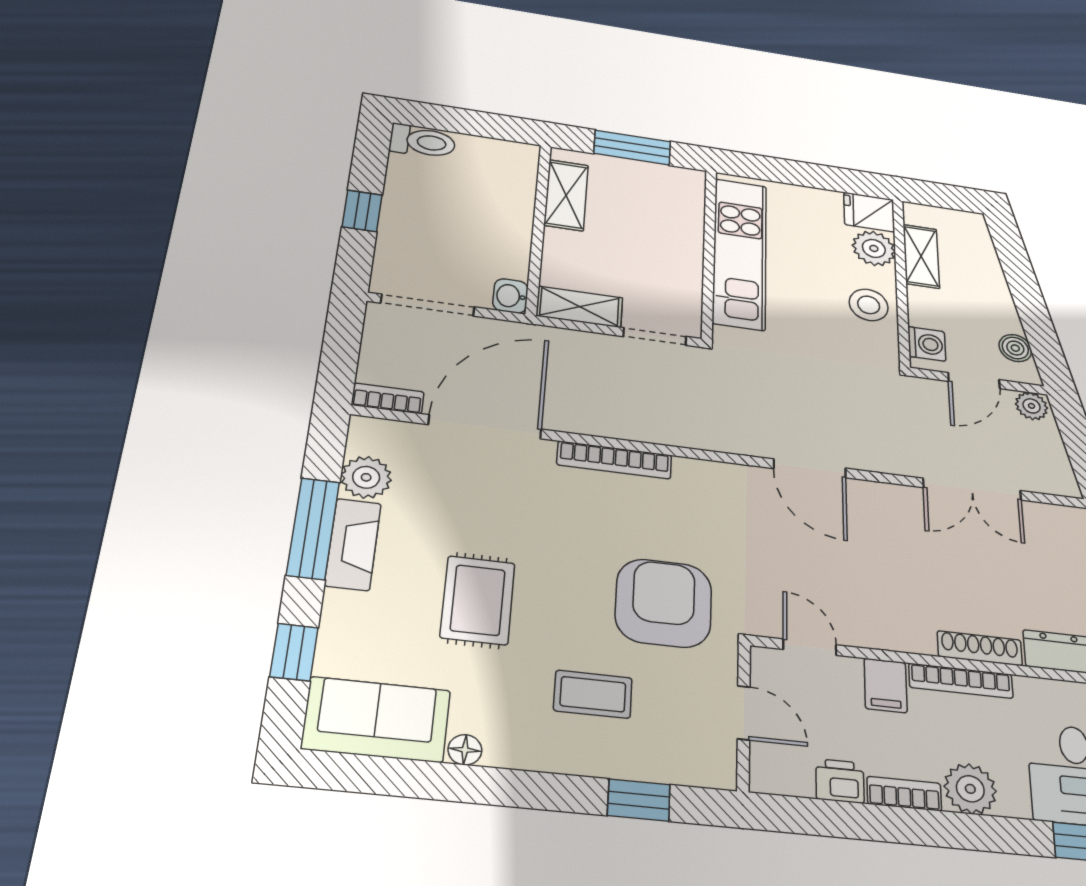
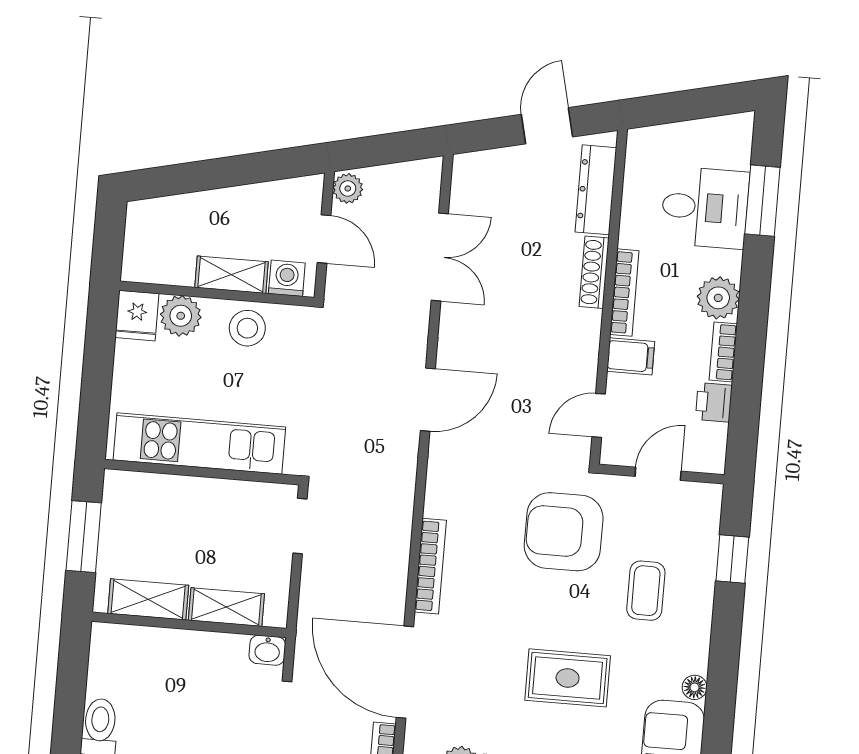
shelving: (921, 256) -> (232, 275), moved
shelving: (580, 307) -> (226, 607), moved, turned 90
boiler: (1015, 348) -> (284, 194), removed

